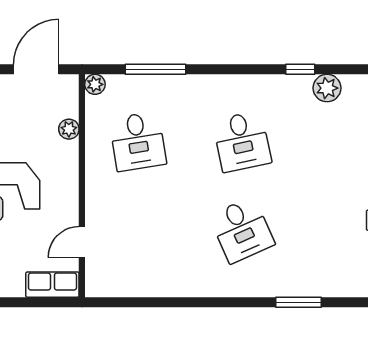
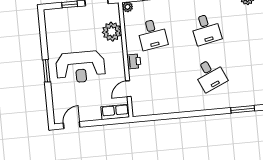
plant: (69, 129) -> (112, 32), width x1.87, depth x1.87
printer: (97, 190) -> (134, 61), added

